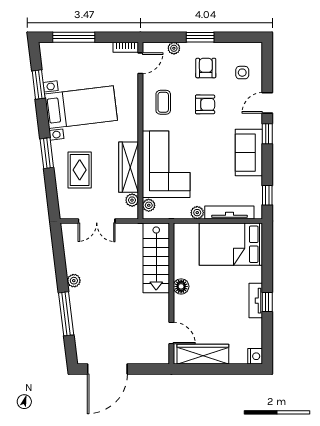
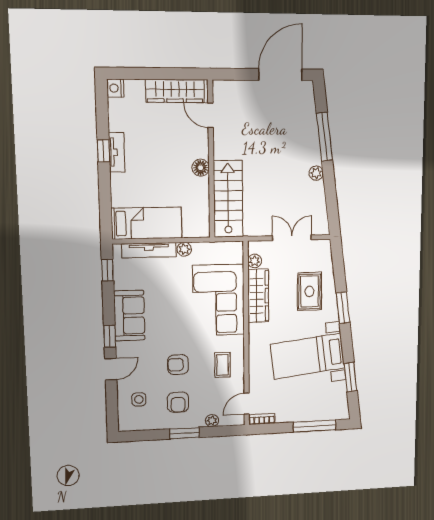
plant: (149, 205) -> (237, 256), removed
bed: (231, 244) -> (147, 223), width x0.67

